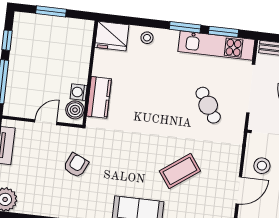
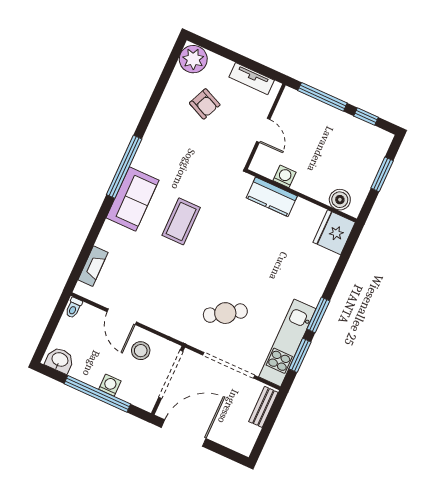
stool: (147, 38) -> (320, 270), removed
boiler: (75, 110) -> (340, 200), moved
armchair: (76, 165) -> (205, 104), moved
coffee table: (180, 171) -> (181, 221), moved, turned 36

